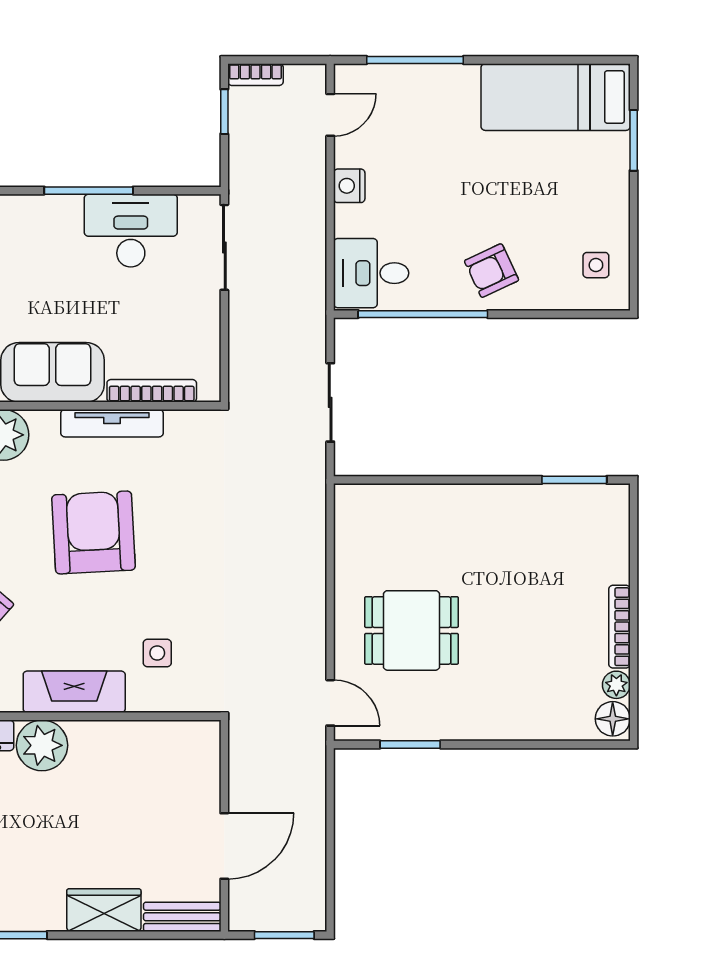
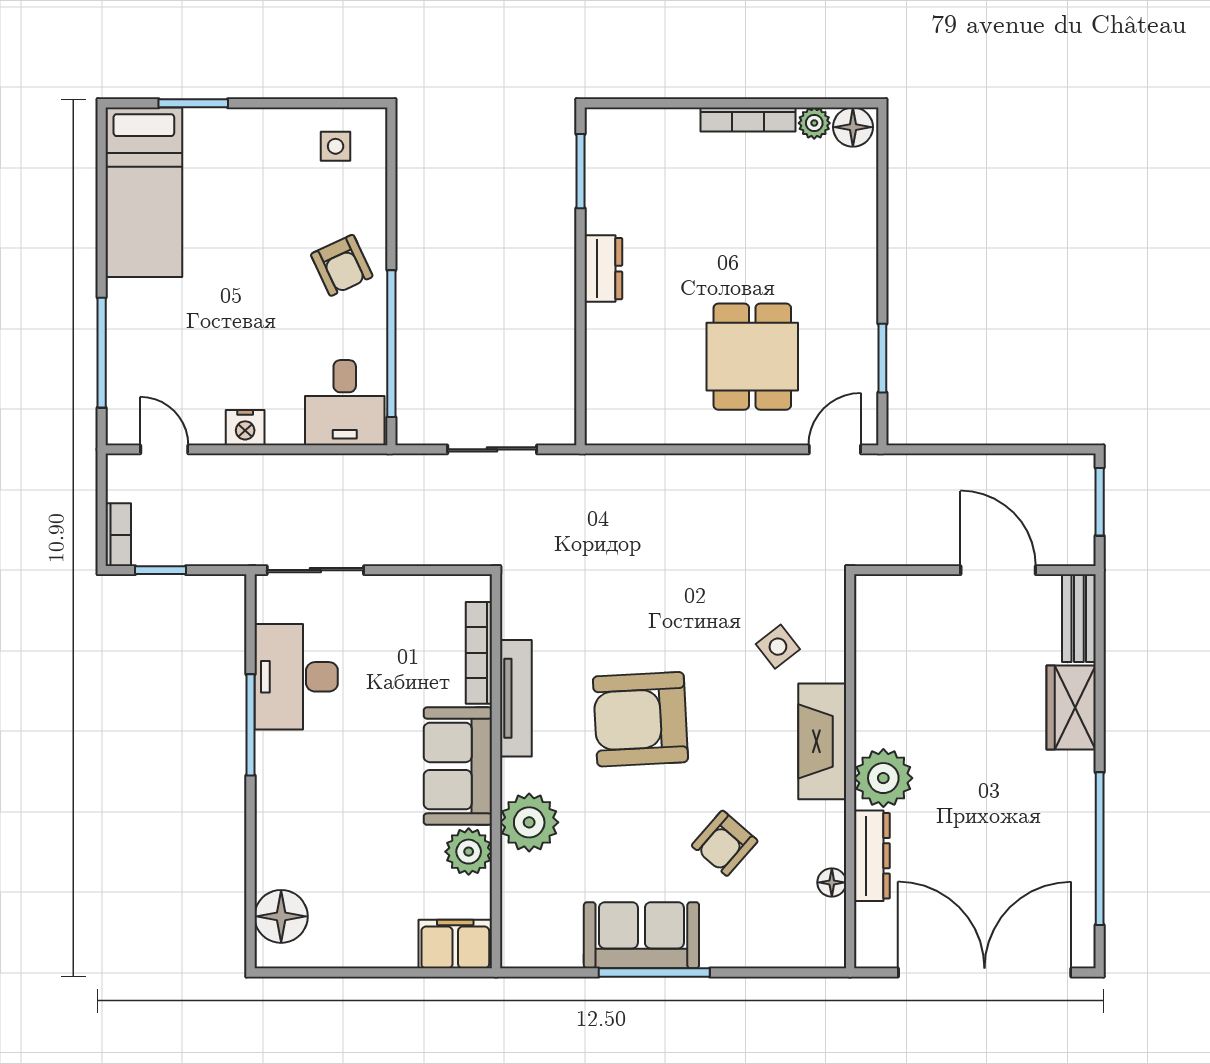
dresser: (489, 500) -> (603, 269), added
side table: (157, 653) -> (778, 647), turned -38

